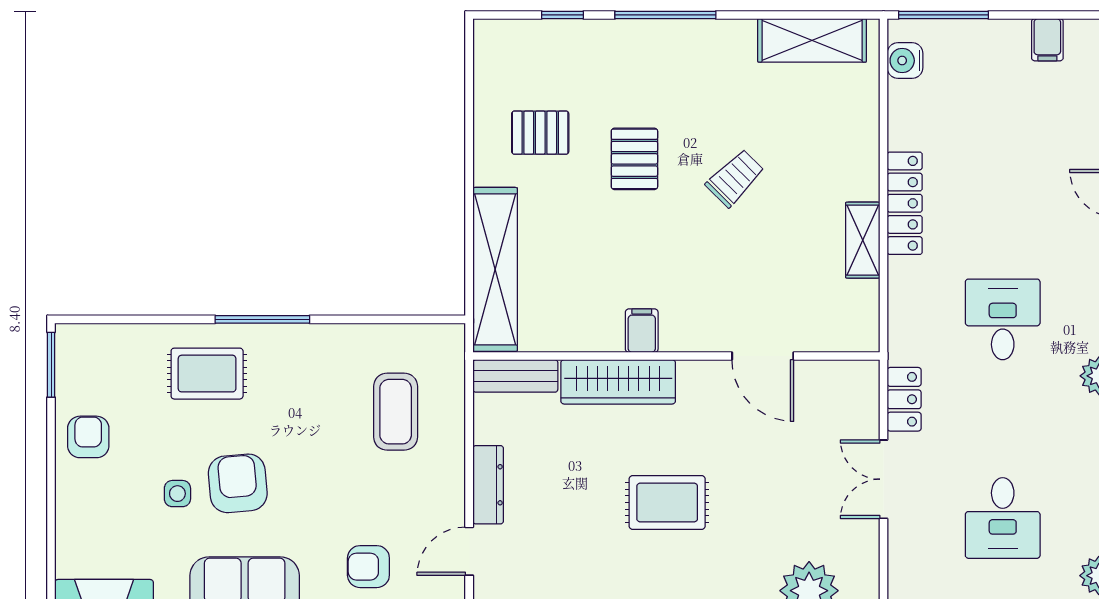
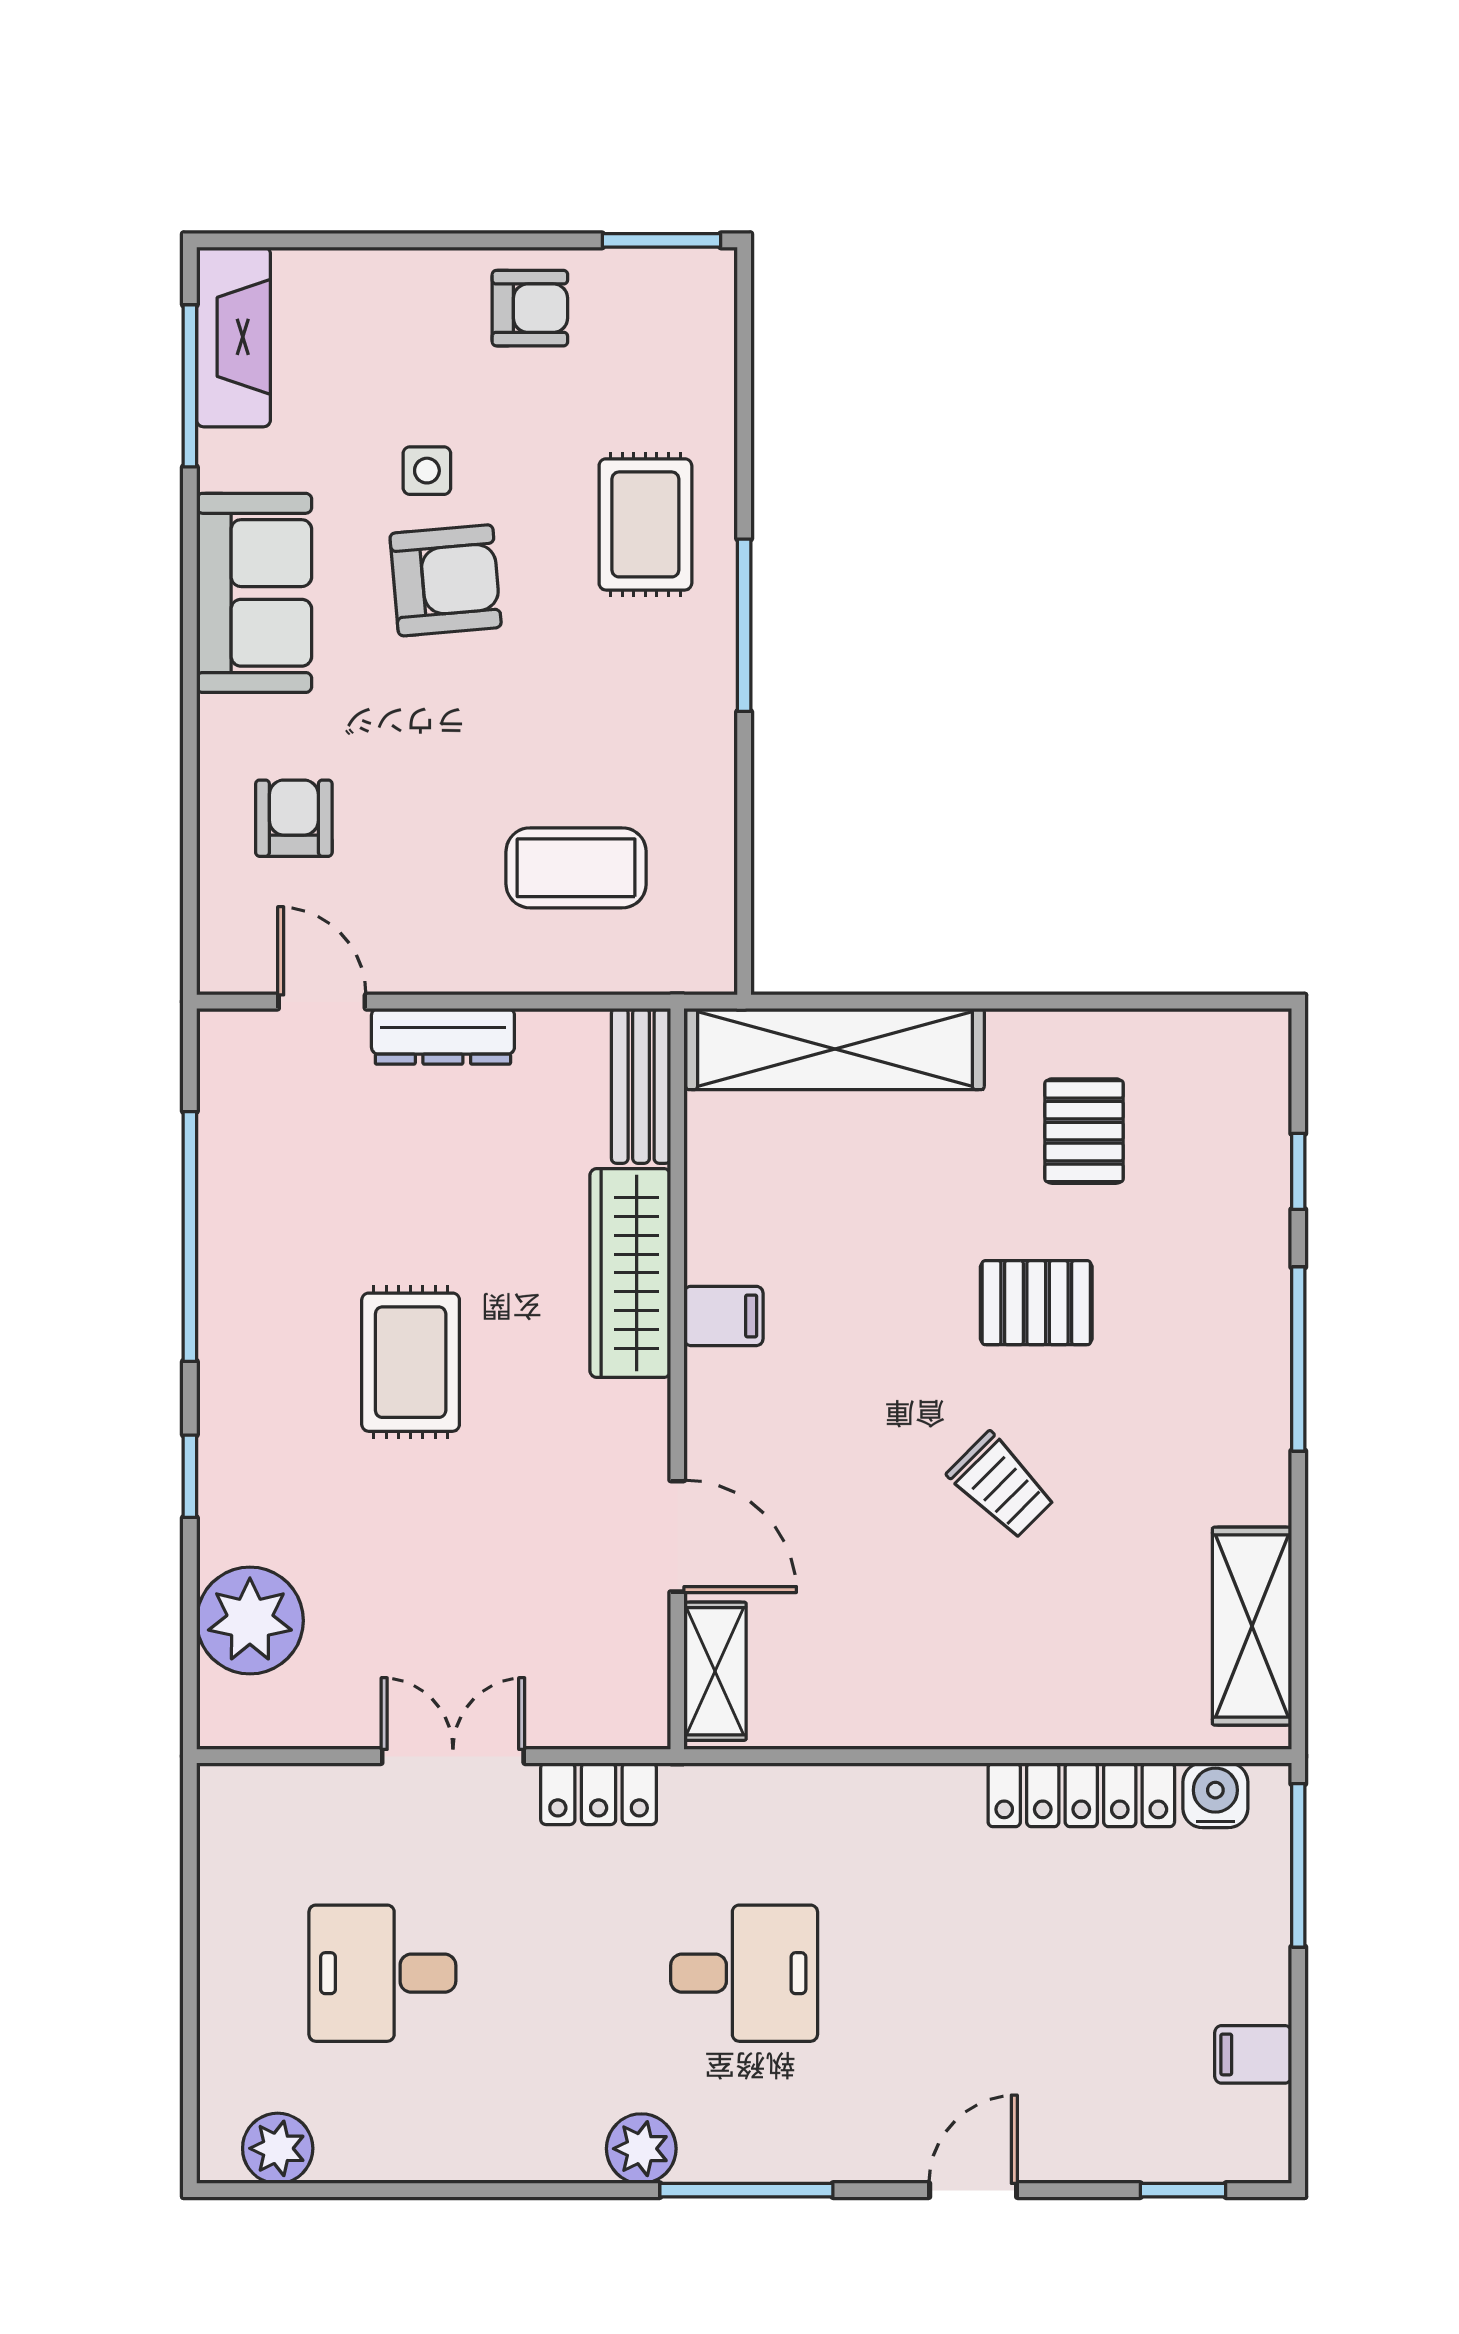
locker: (905, 203) -> (1081, 1795), moved
shelving: (863, 240) -> (715, 1671), moved, turned 90
door: (763, 356) -> (677, 1536), swing flipped

